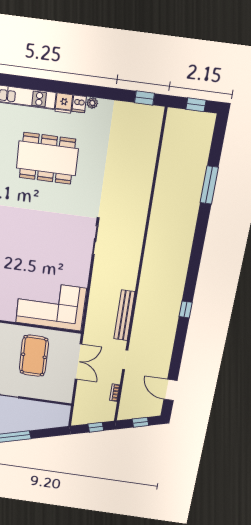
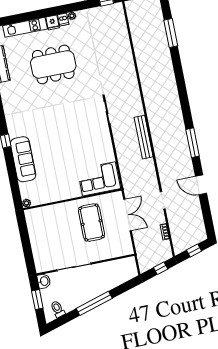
window: (209, 185) -> (171, 33), moved
corner sofa: (51, 305) -> (99, 179), width x0.73, depth x0.74
window: (186, 309) -> (193, 143), width x2.17
bench: (124, 315) -> (144, 137), moved
door: (170, 390) -> (201, 185), moved

